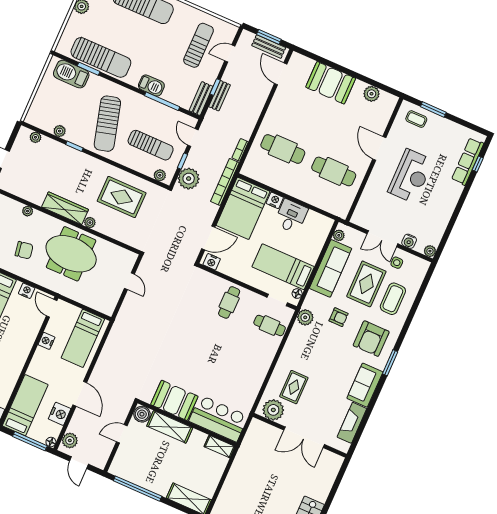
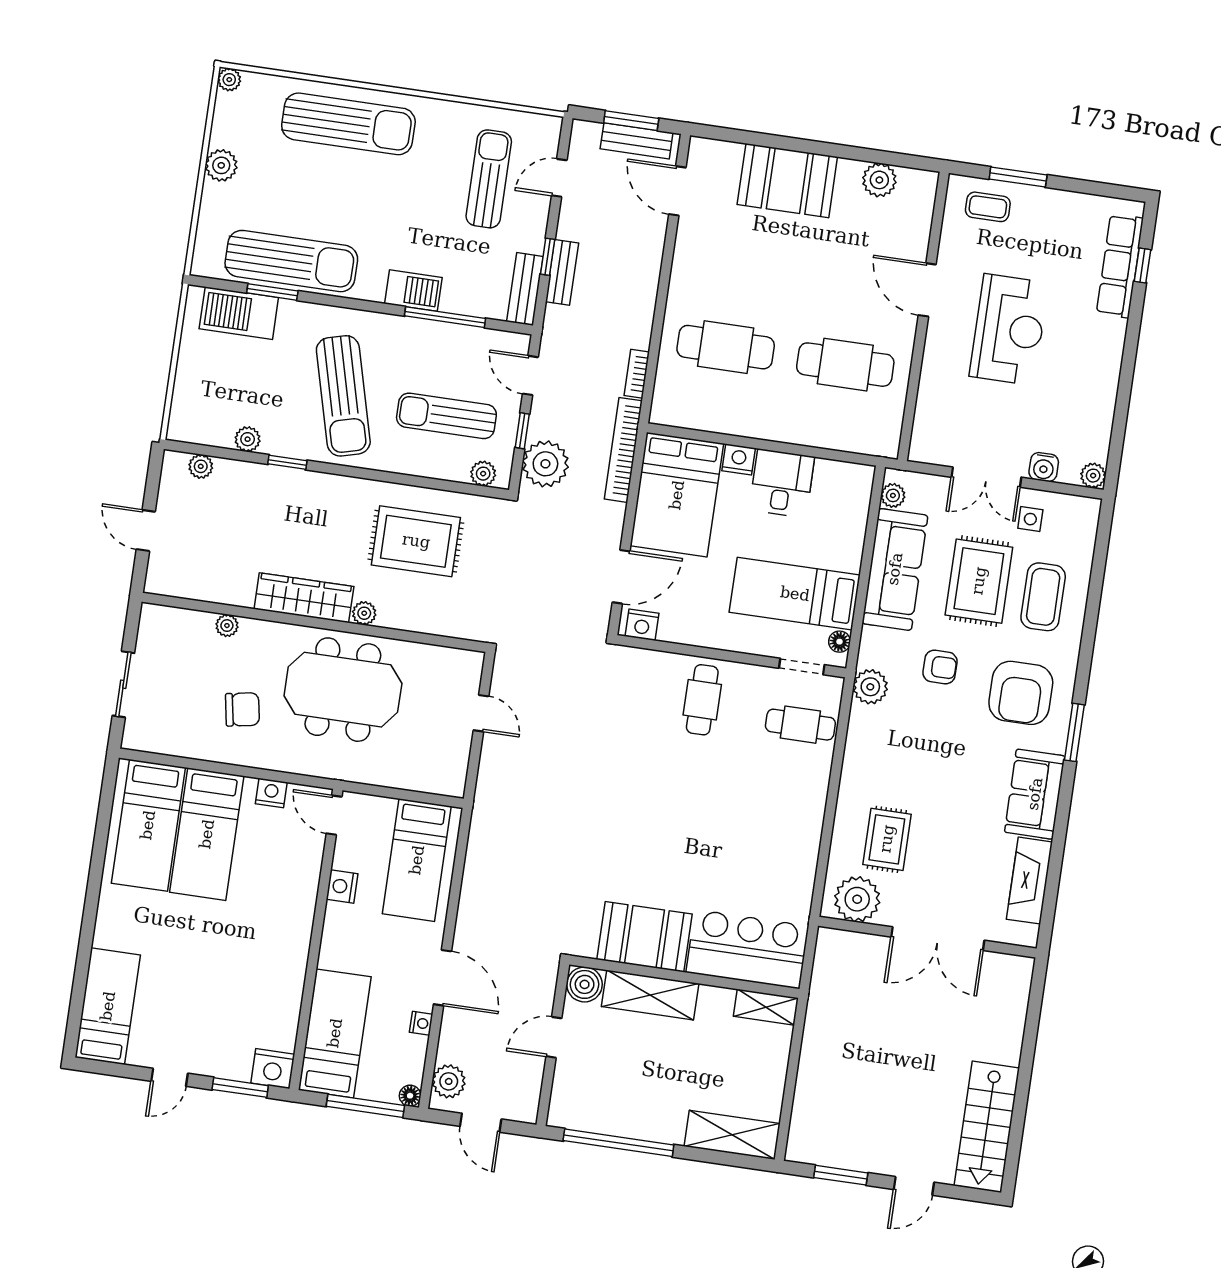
sun lounger: (151, 145) -> (446, 416), turned 180
nightstand: (60, 414) -> (421, 1023), width x0.53, depth x0.56

